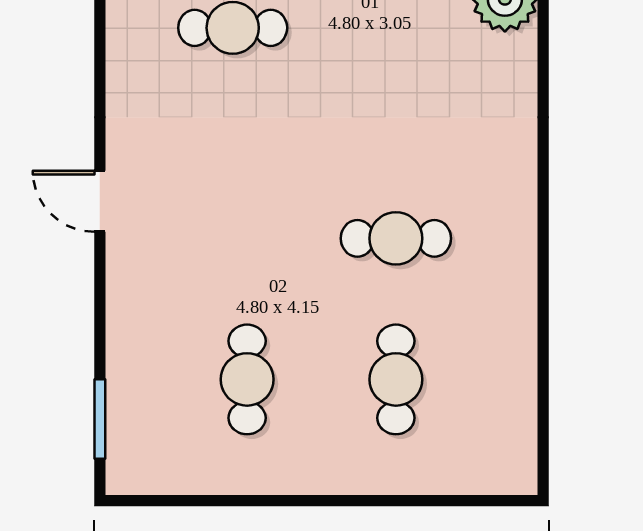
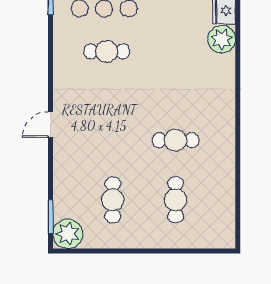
door: (100, 201) -> (51, 125), hinge flipped
plant: (140, 460) -> (68, 234), added

